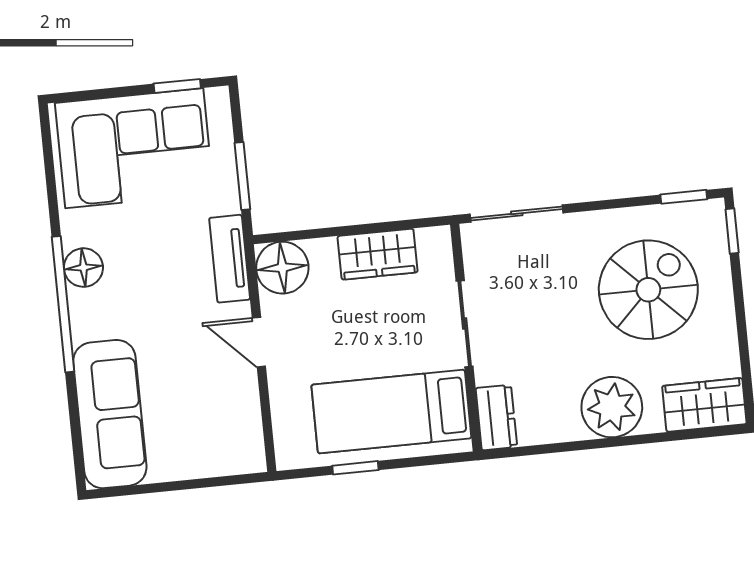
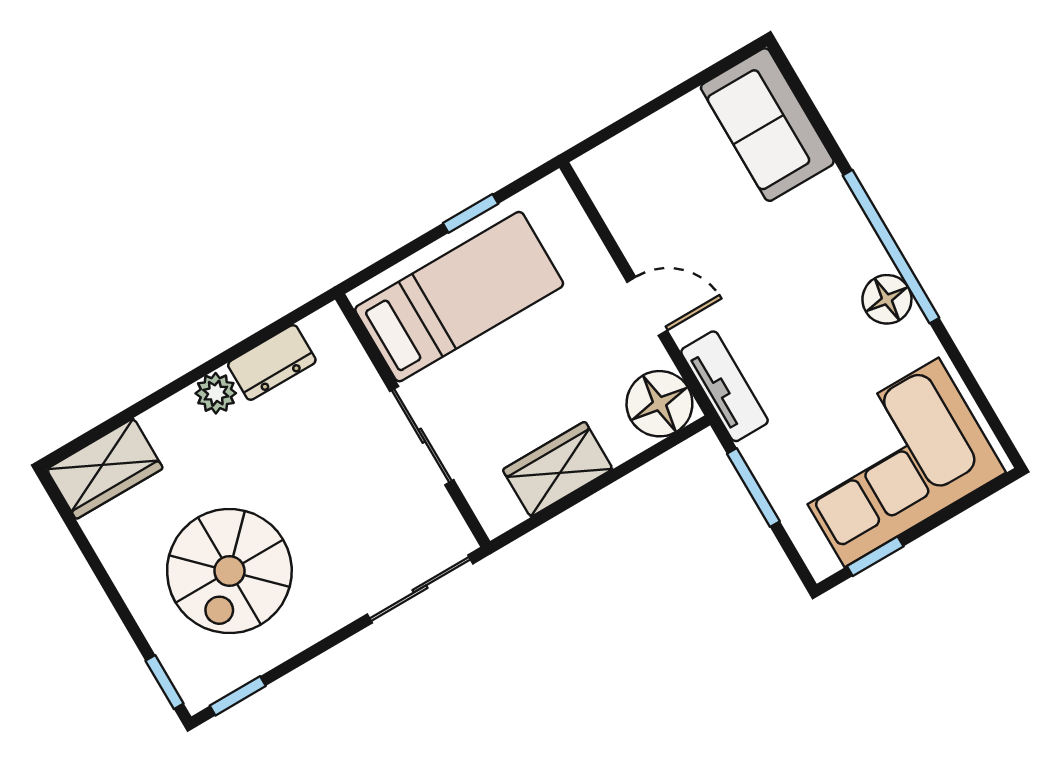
plant: (612, 407) -> (216, 393), width x0.53, depth x0.53
sofa: (110, 414) -> (767, 125), width x0.73
dresser: (496, 418) -> (272, 363), moved, turned -90

